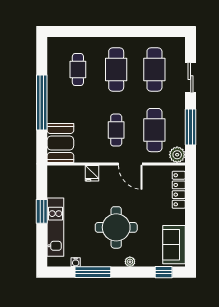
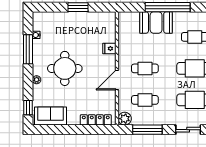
cafe table: (154, 130) -> (145, 100), width x0.73, depth x0.74
booth: (60, 143) -> (156, 22), moved
kitchen unit: (55, 227) -> (65, 18), removed

